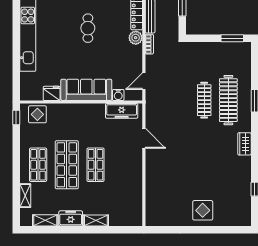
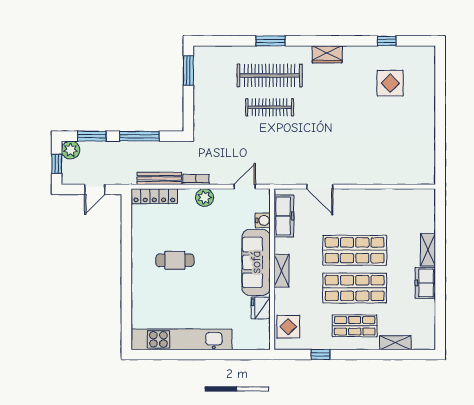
plant: (136, 38) -> (204, 198), moved
door: (144, 81) -> (245, 187), swing flipped
window: (16, 118) -> (320, 355), moved
door: (144, 138) -> (320, 187), swing flipped
shop shelf: (95, 165) -> (355, 250), width x1.43, depth x1.36
display table: (203, 210) -> (390, 83), moved
shelving: (45, 220) -> (282, 271), moved

